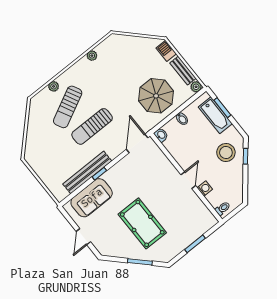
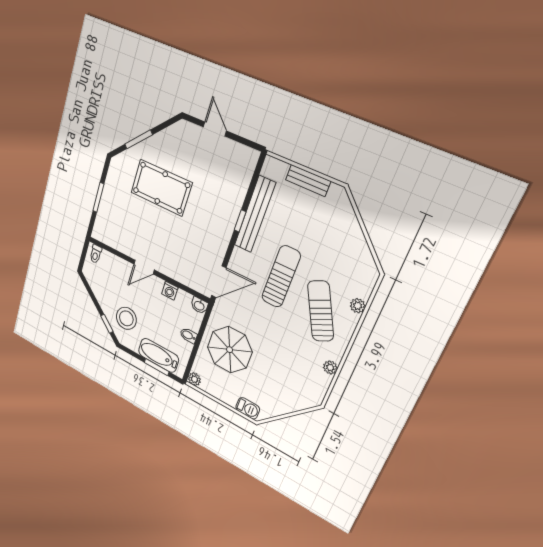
bench: (183, 71) -> (308, 181), moved
sun lounger: (68, 107) -> (321, 311), moved
door: (137, 144) -> (219, 282), hinge flipped
door: (188, 180) -> (144, 267), hinge flipped
washing machine: (205, 189) -> (170, 291), moved
sofa: (92, 198) -> (232, 185), removed

